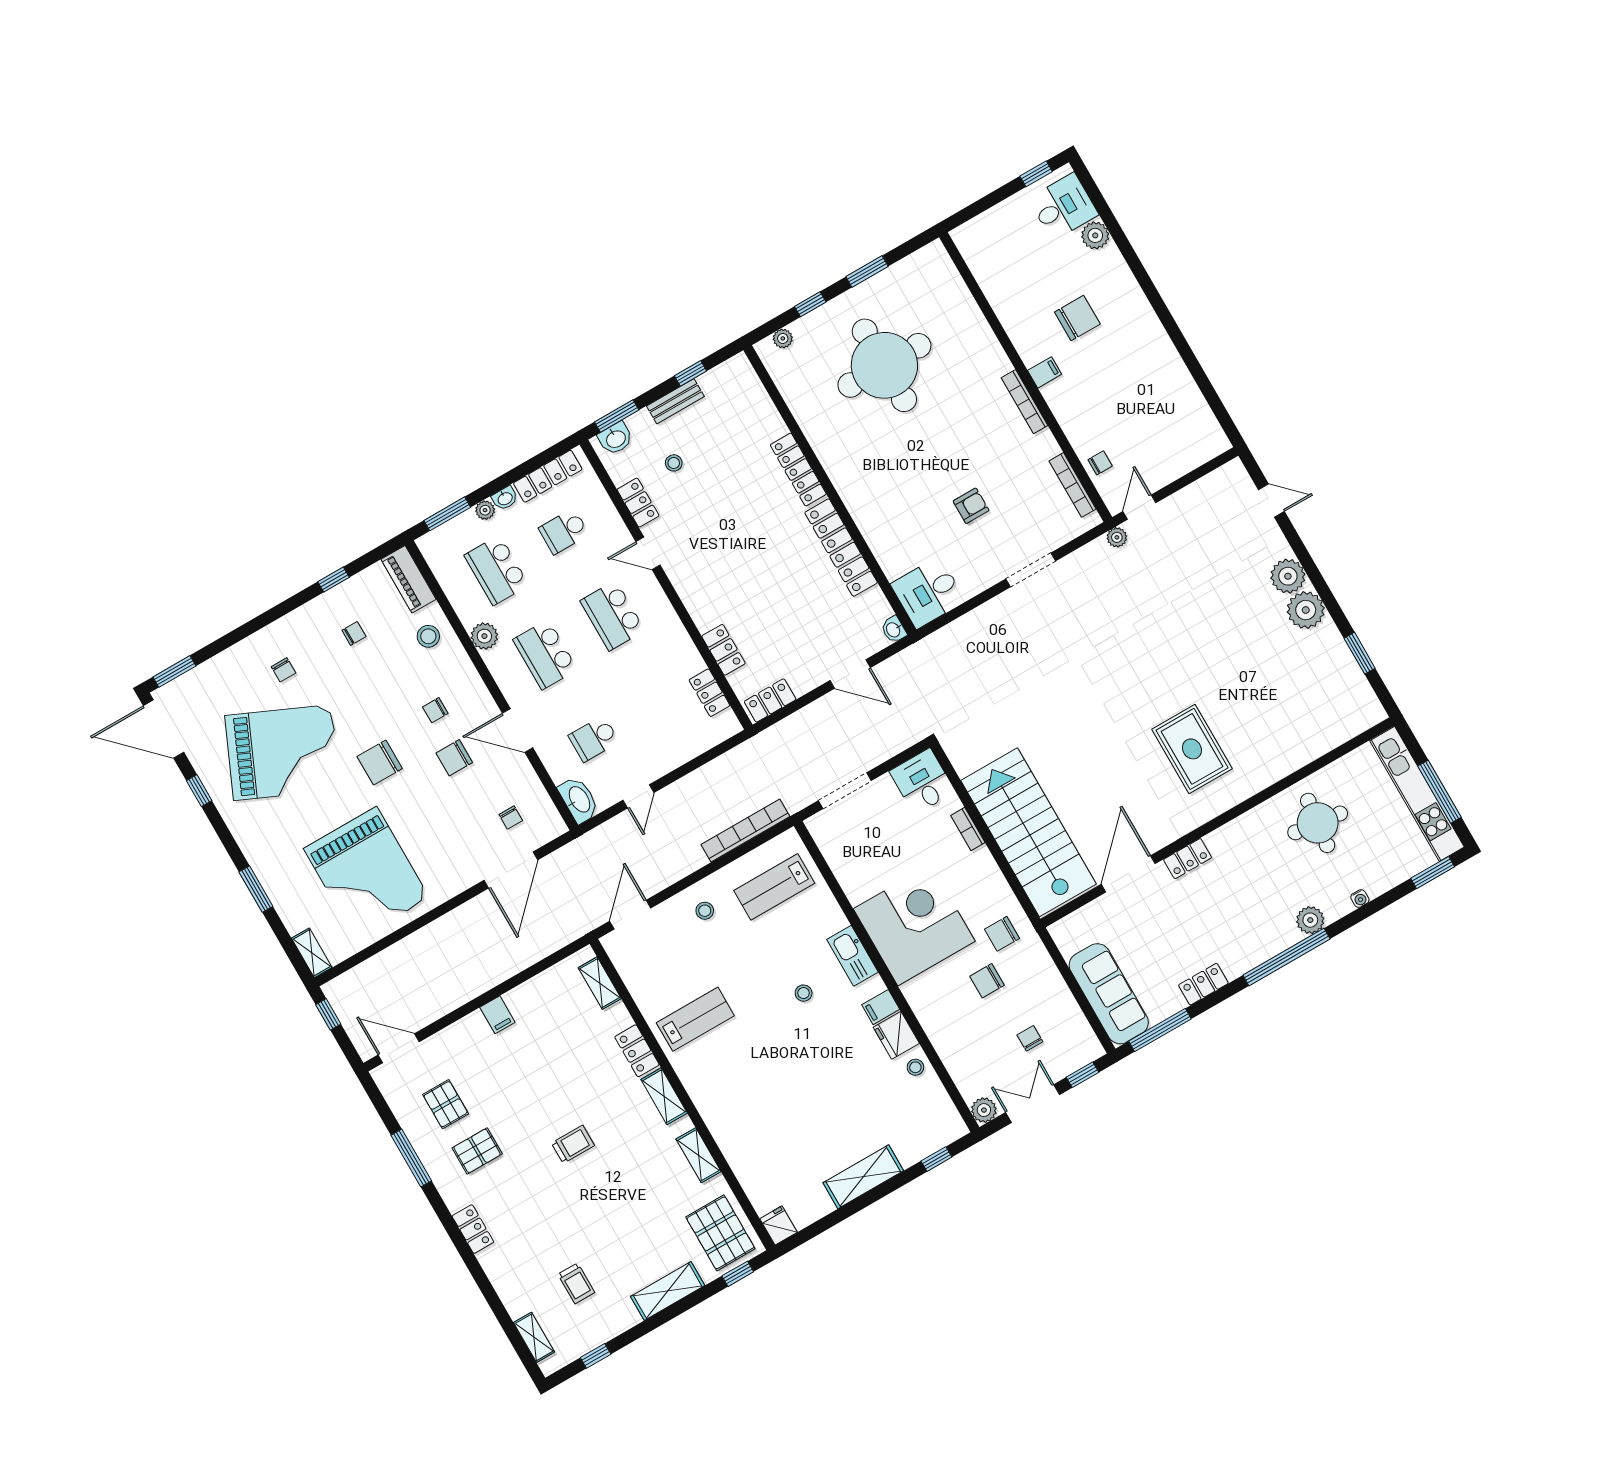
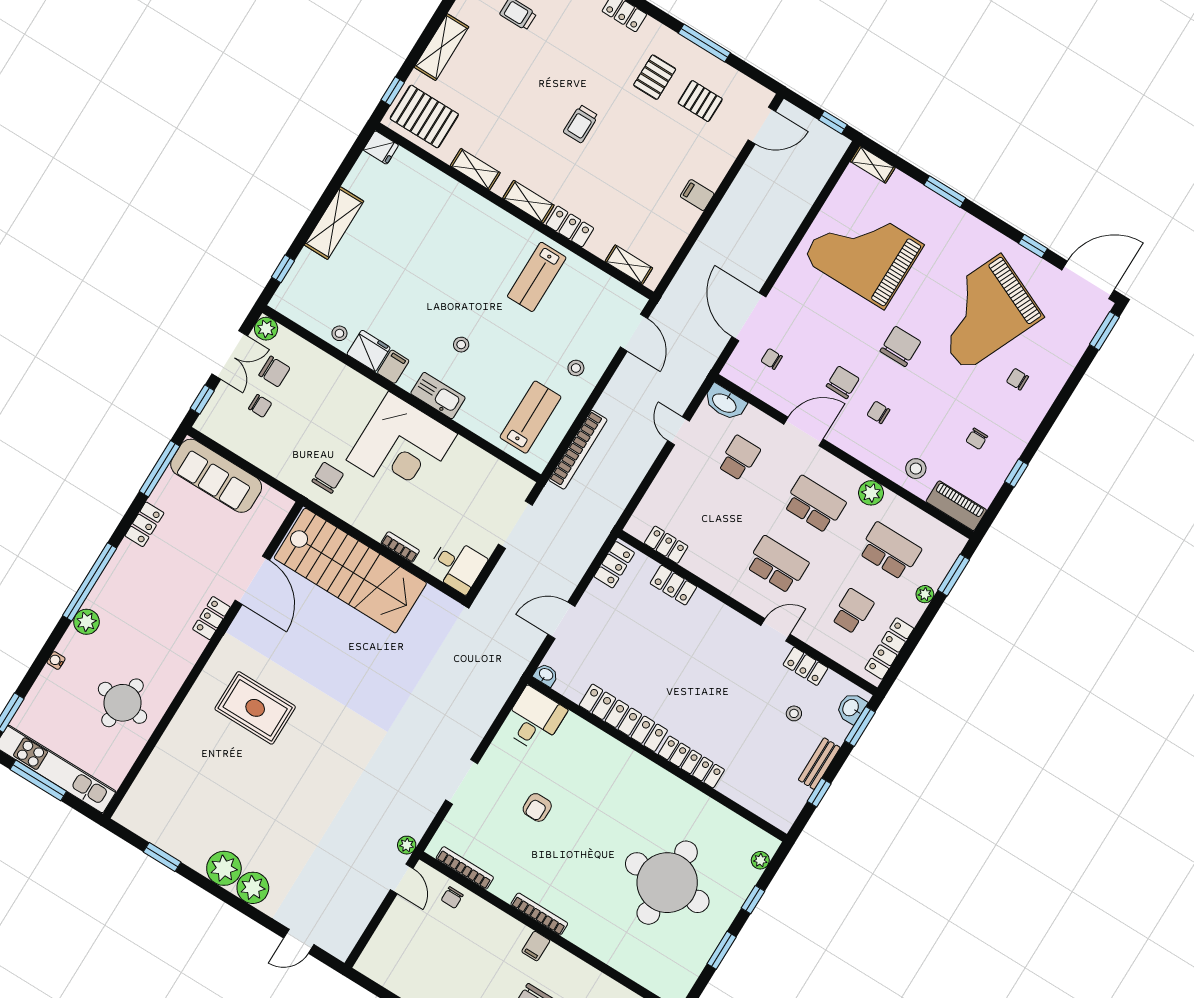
washbasin: (505, 498) -> (914, 612), removed
chair: (435, 710) -> (878, 412), turned -90
chair: (987, 981) -> (274, 371), moved, turned 90

